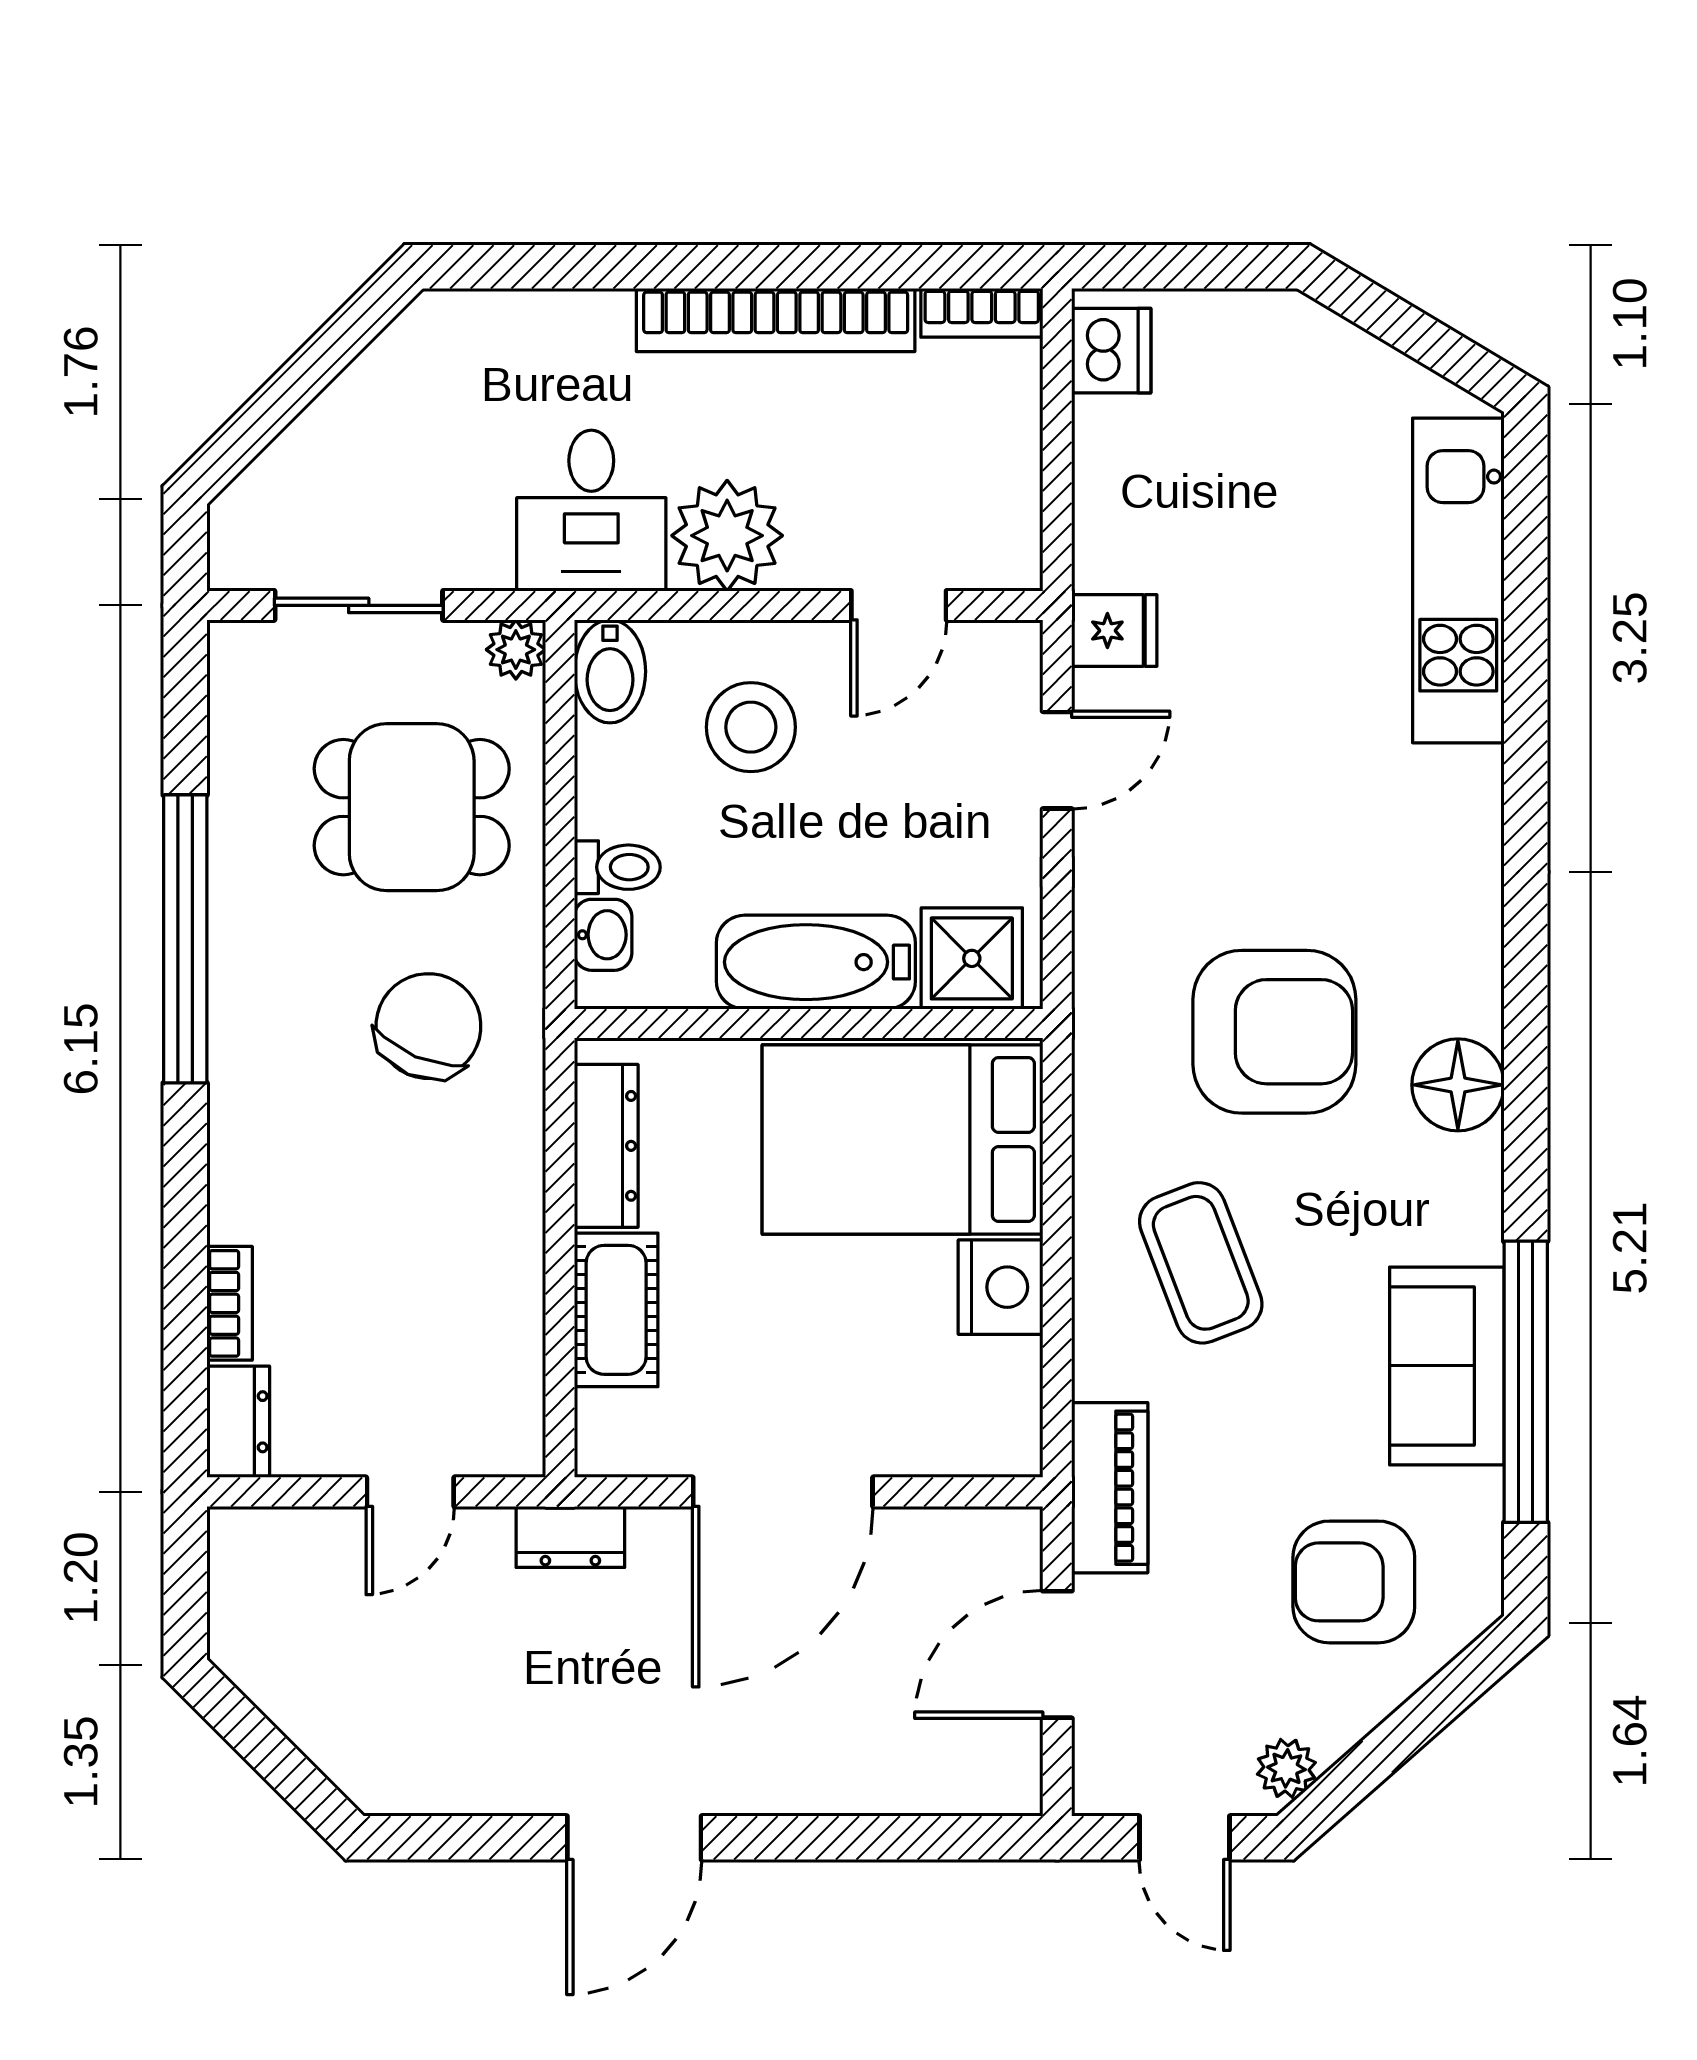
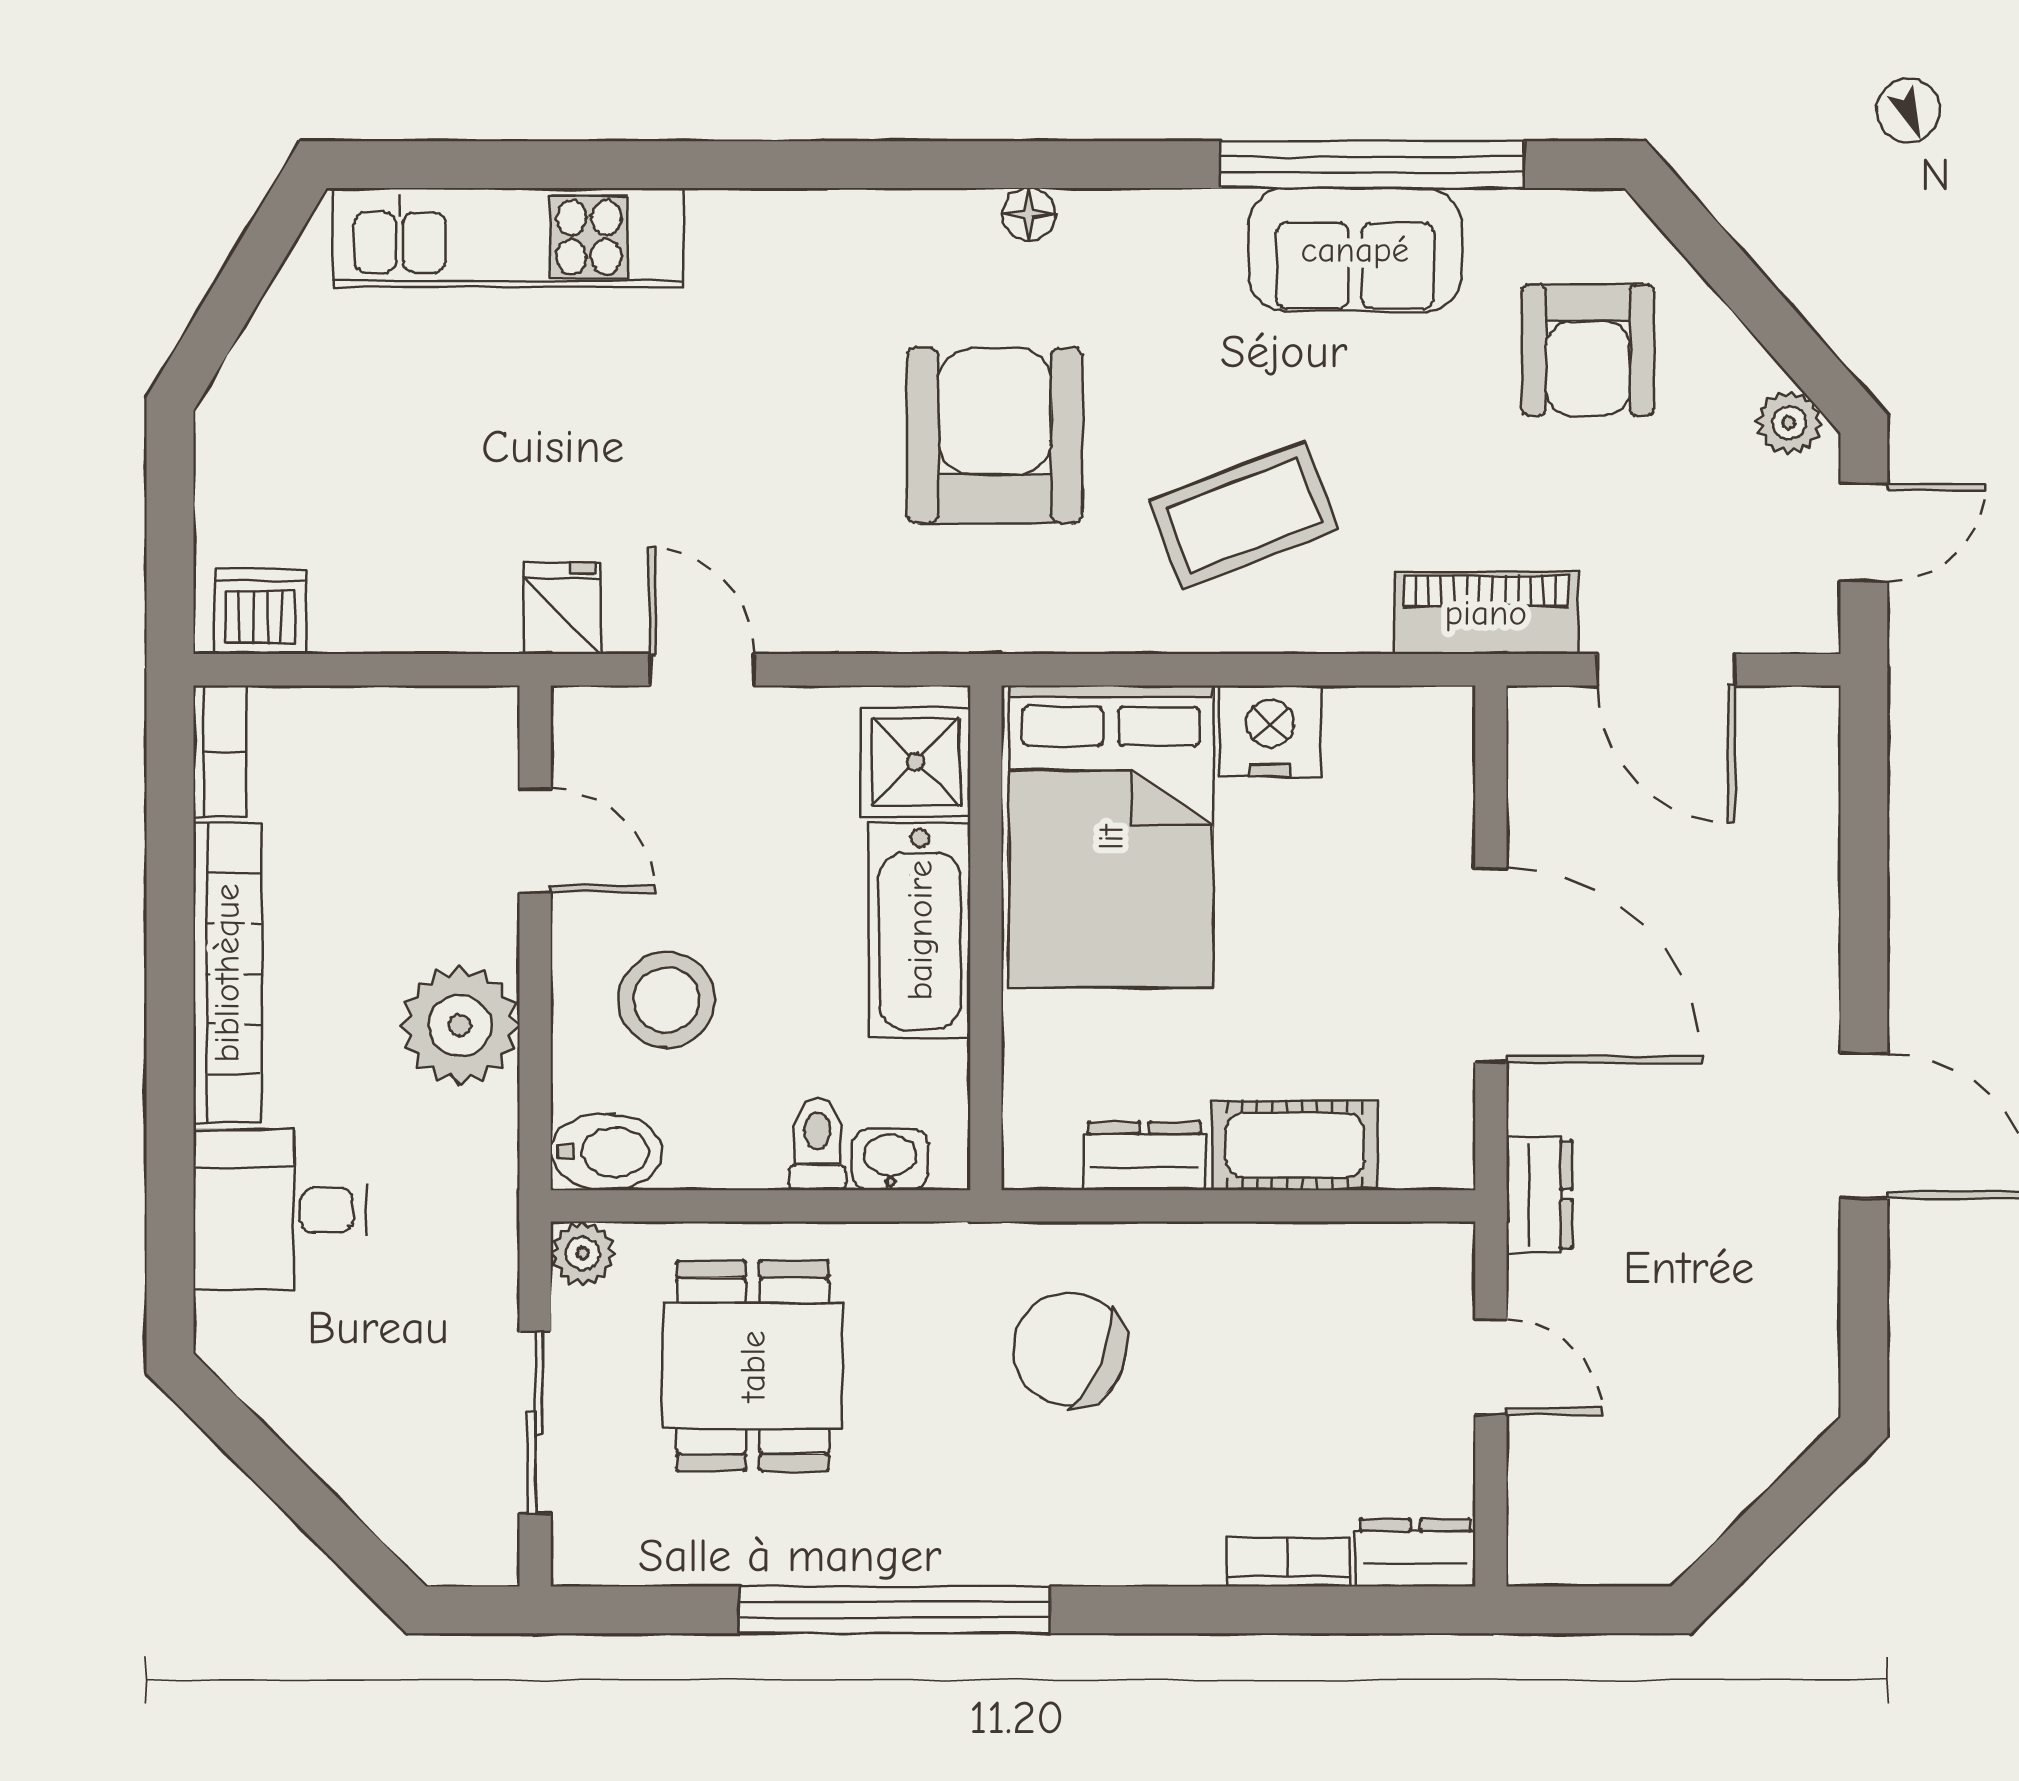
desk: (591, 511) -> (280, 1210), moved, turned 180
chair: (428, 1026) -> (1069, 1349), moved
floor lamp: (1458, 1085) -> (1029, 214), width x0.53, depth x0.53
dresser: (606, 1146) -> (1145, 1156), width x0.70

